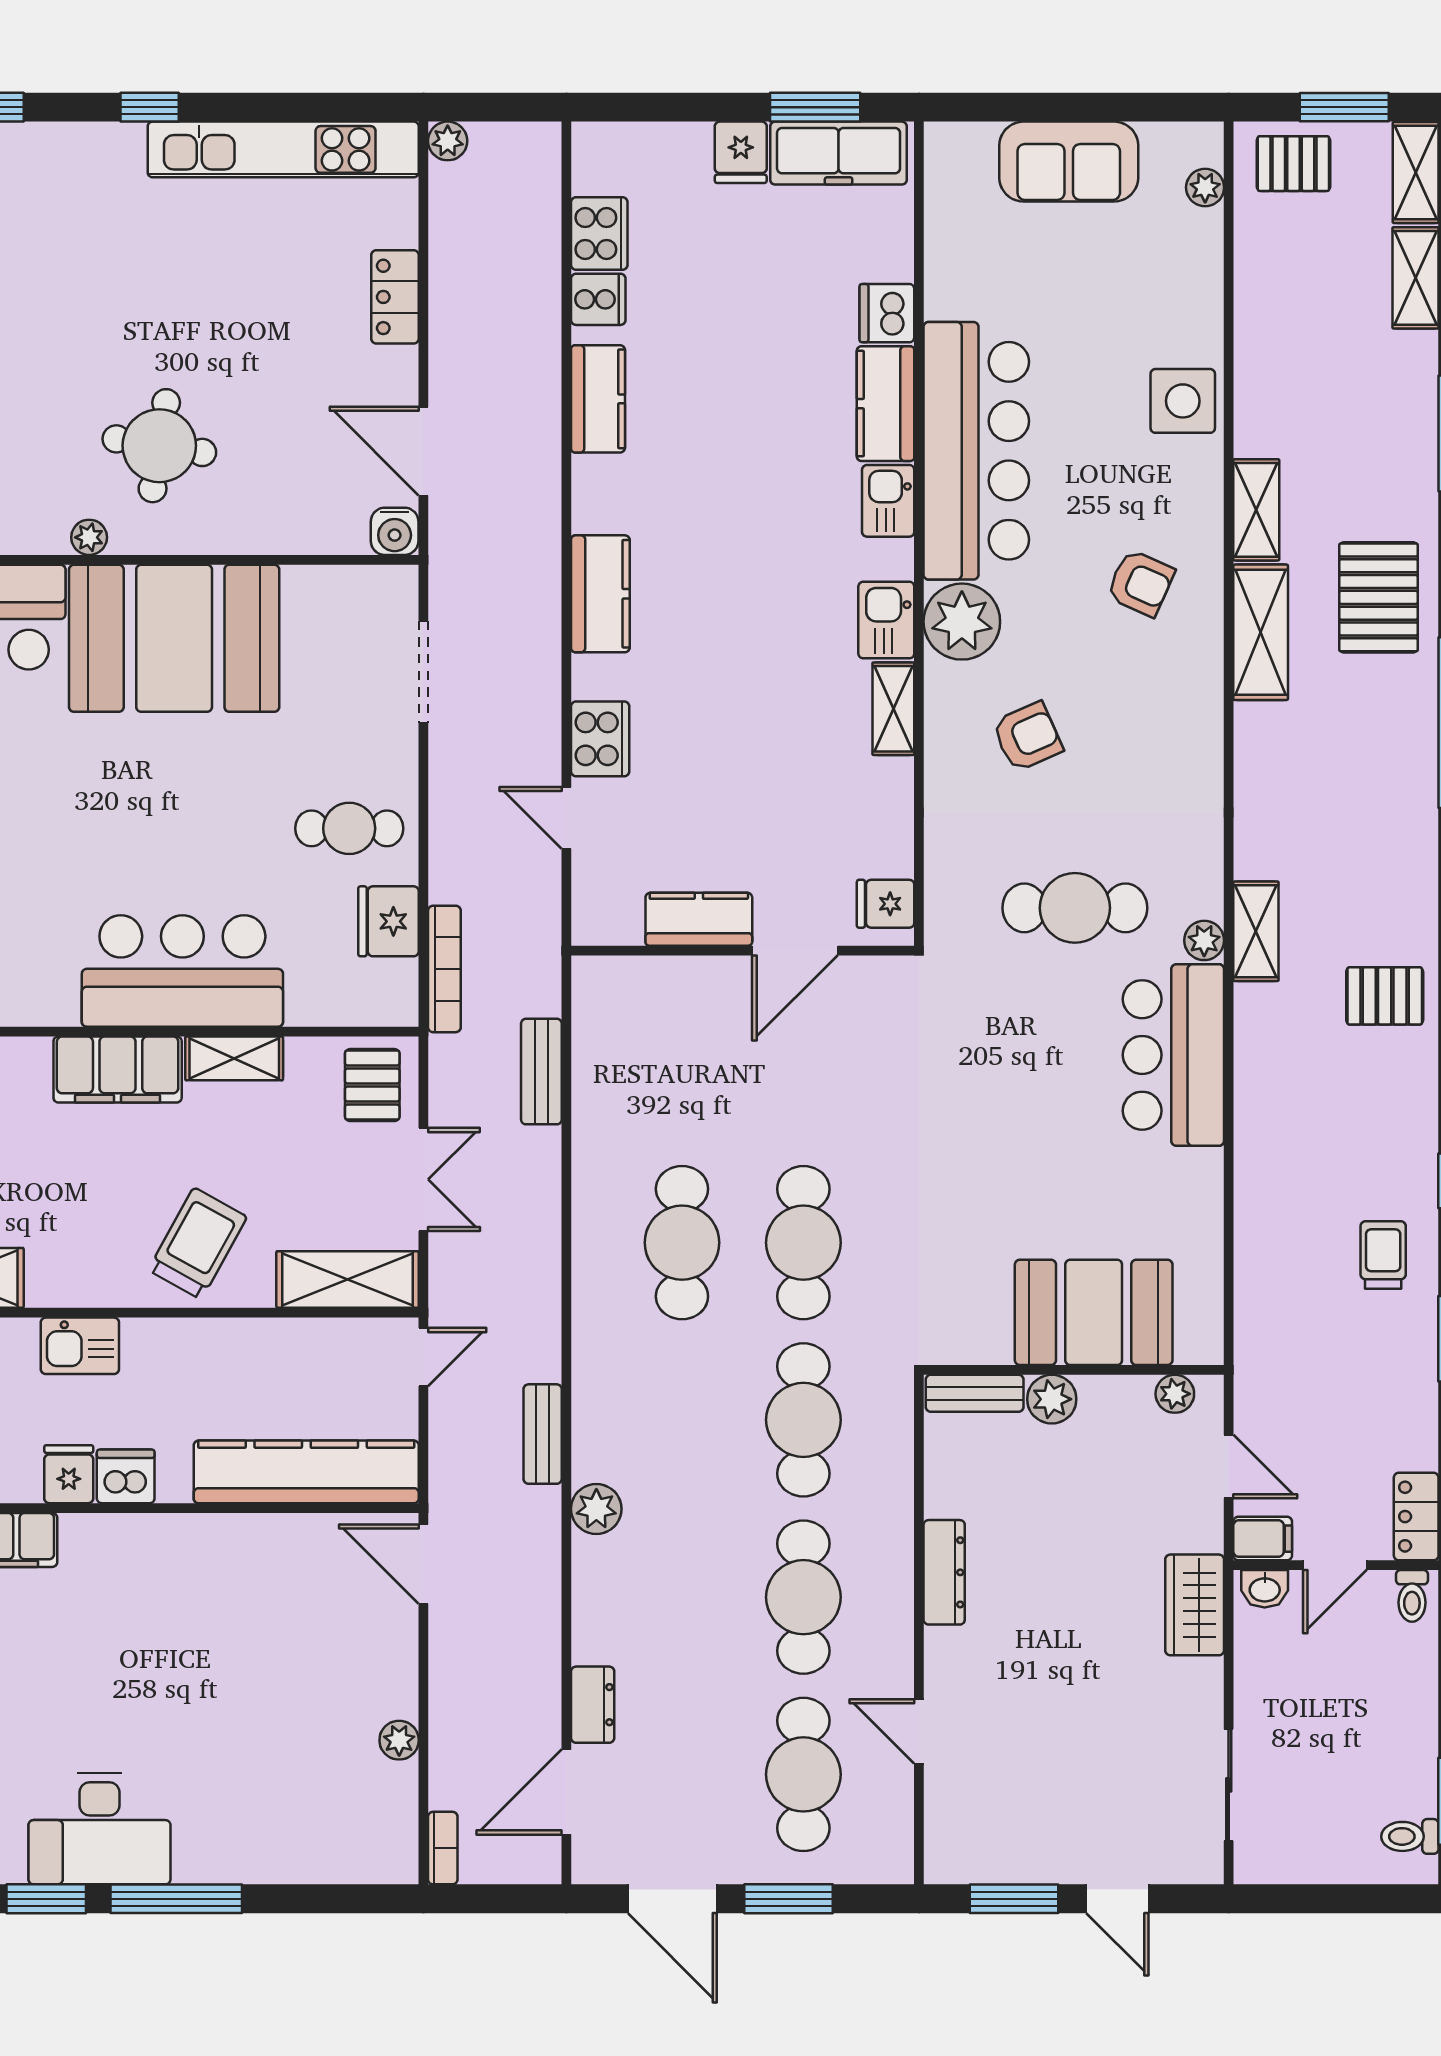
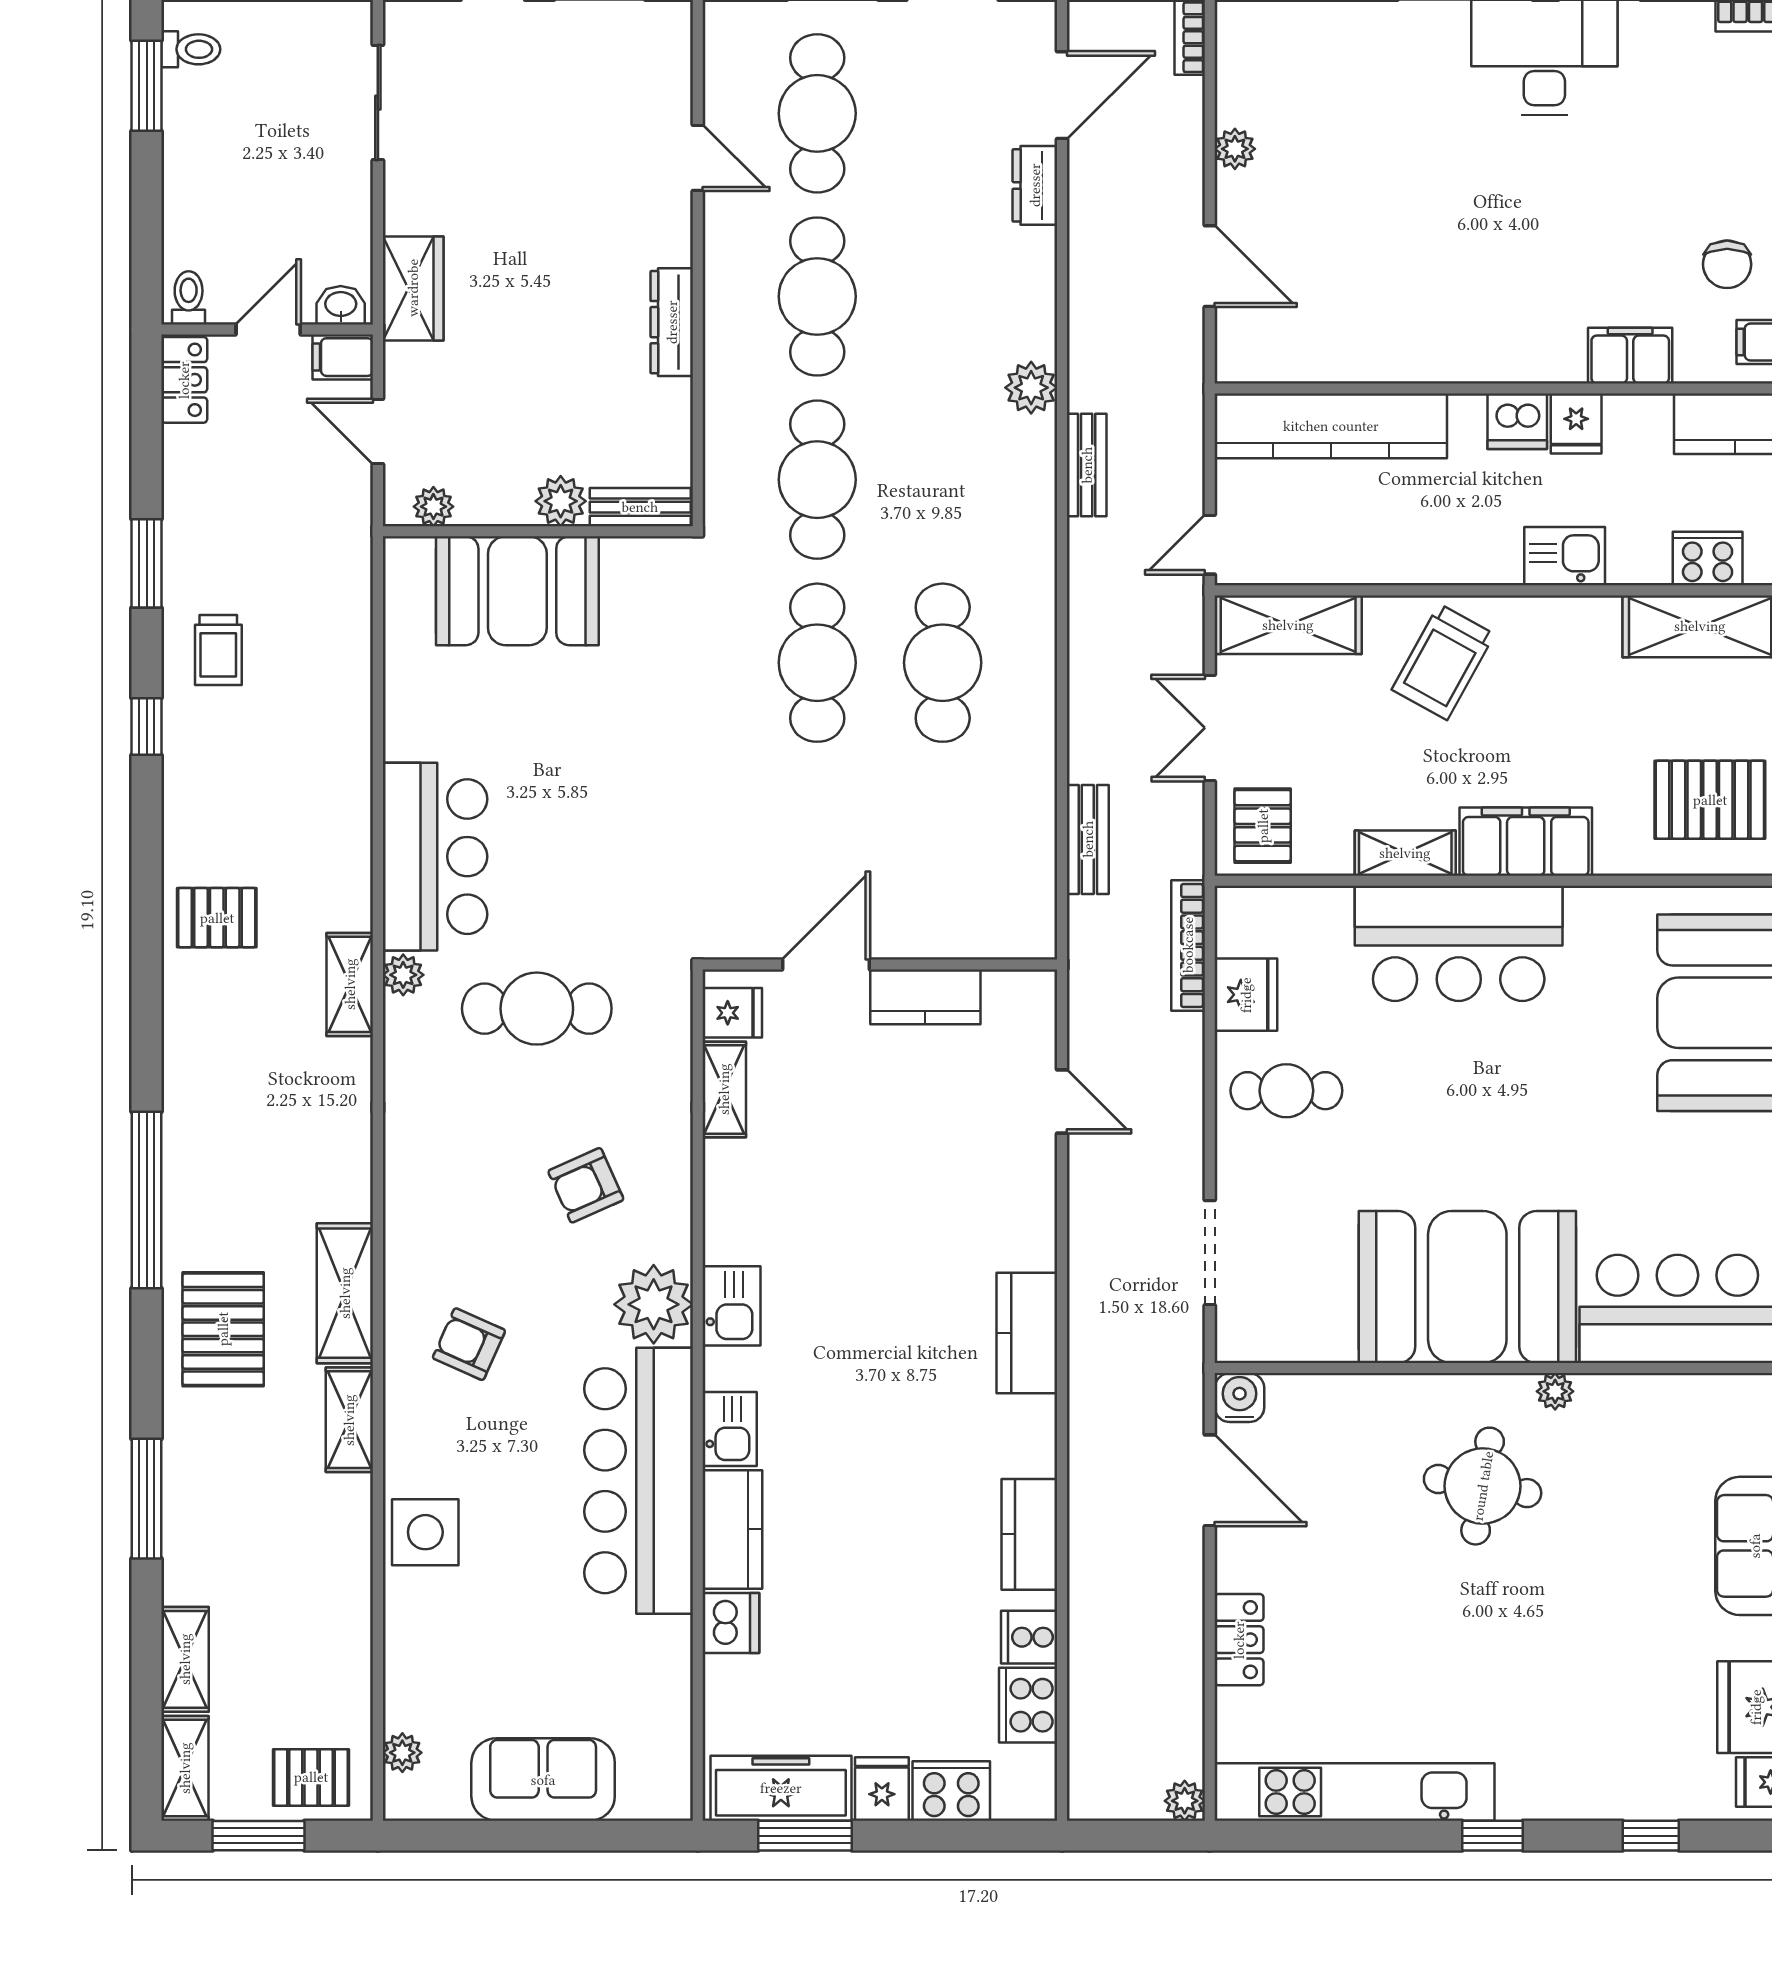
shelving: (893, 709) -> (724, 1089), moved
cooker: (600, 739) -> (951, 1791), moved, turned 90
door: (423, 1564) -> (1210, 266), moved

